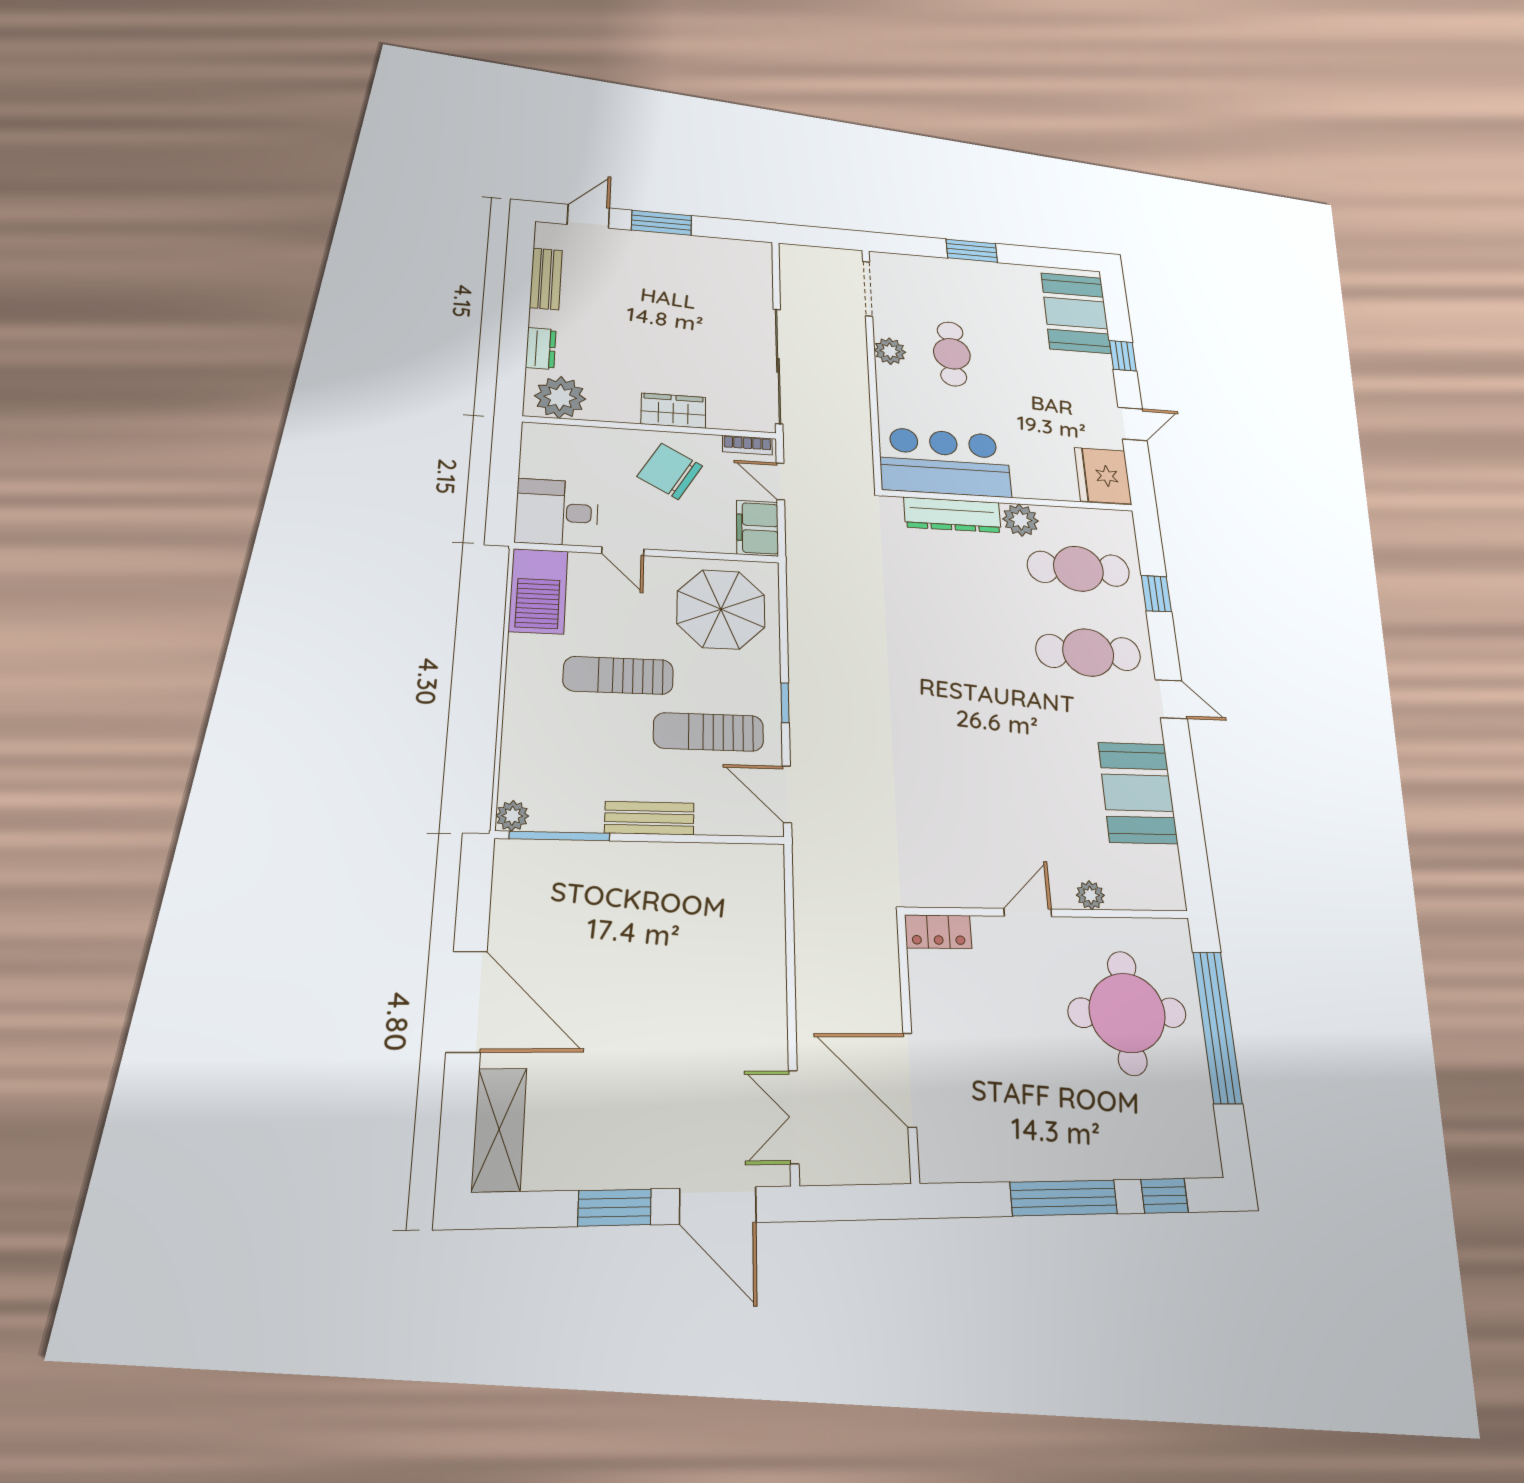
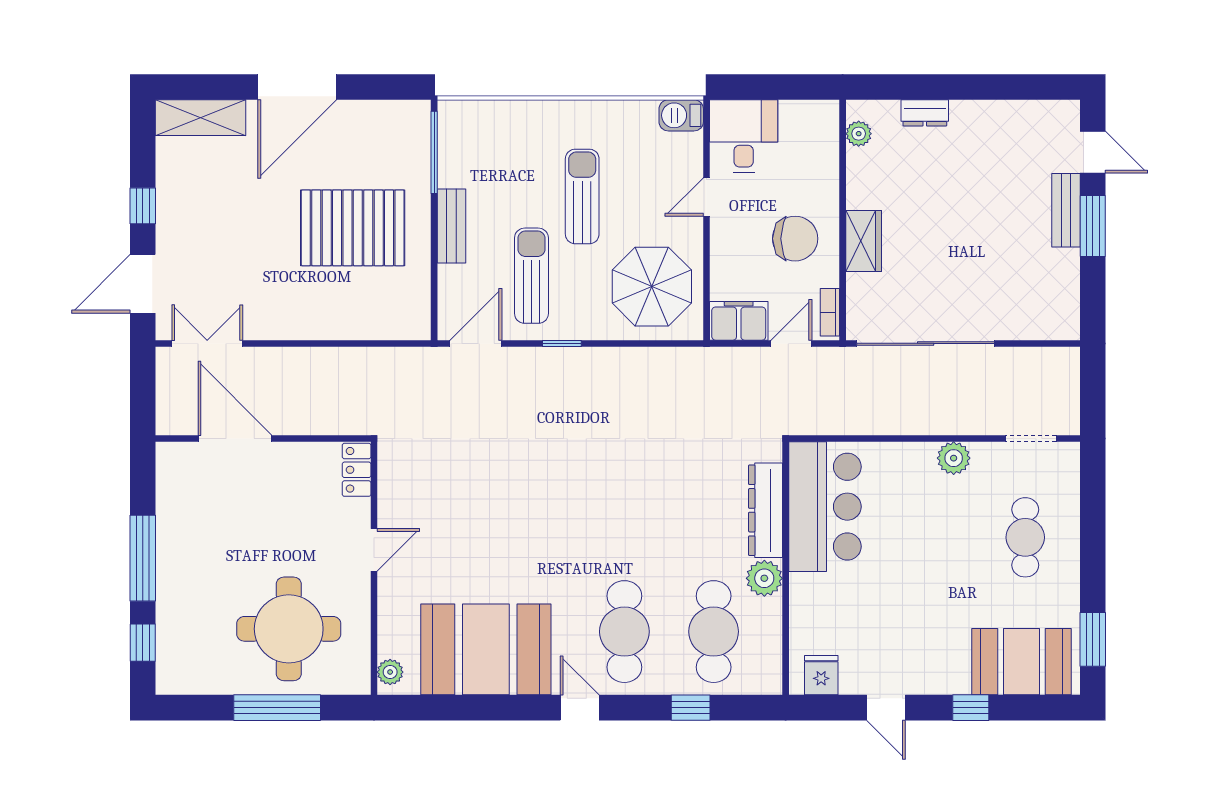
window: (972, 251) -> (1093, 639), moved
bench: (546, 279) -> (1066, 210), moved, turned 90
doorway: (868, 289) -> (1031, 438), width x0.73
cafe table: (952, 354) -> (1025, 537), moved, turned 90
plant: (560, 397) -> (859, 134), width x0.53, depth x0.53
chair: (670, 471) -> (795, 239), turned 60
fridge: (1103, 476) -> (821, 675), width x0.53, depth x0.75
barbecue: (538, 591) -> (681, 115), width x0.53, depth x0.65
door: (1171, 699) -> (580, 708), swing flipped
booth: (1138, 793) -> (486, 649), width x1.36, depth x1.42
plant: (512, 816) -> (451, 113), removed
plant: (1090, 895) -> (390, 672), moved
door: (1028, 913) -> (374, 550), hinge flipped
pallet: (649, 934) -> (353, 228), added
window: (1217, 1027) -> (277, 708), width x0.68
door: (910, 1080) -> (235, 438), hinge flipped
window: (615, 1208) -> (143, 206), width x0.67

